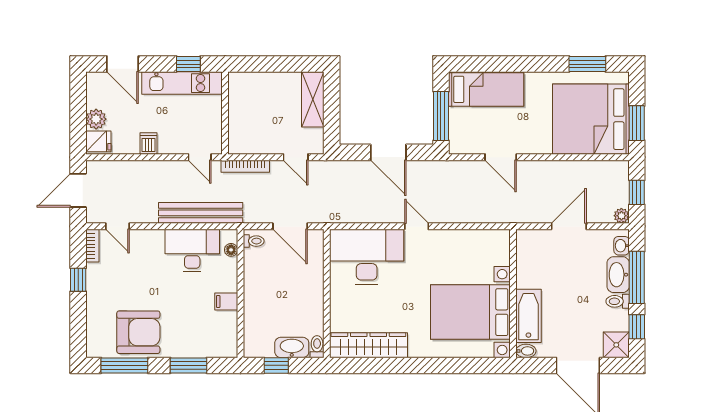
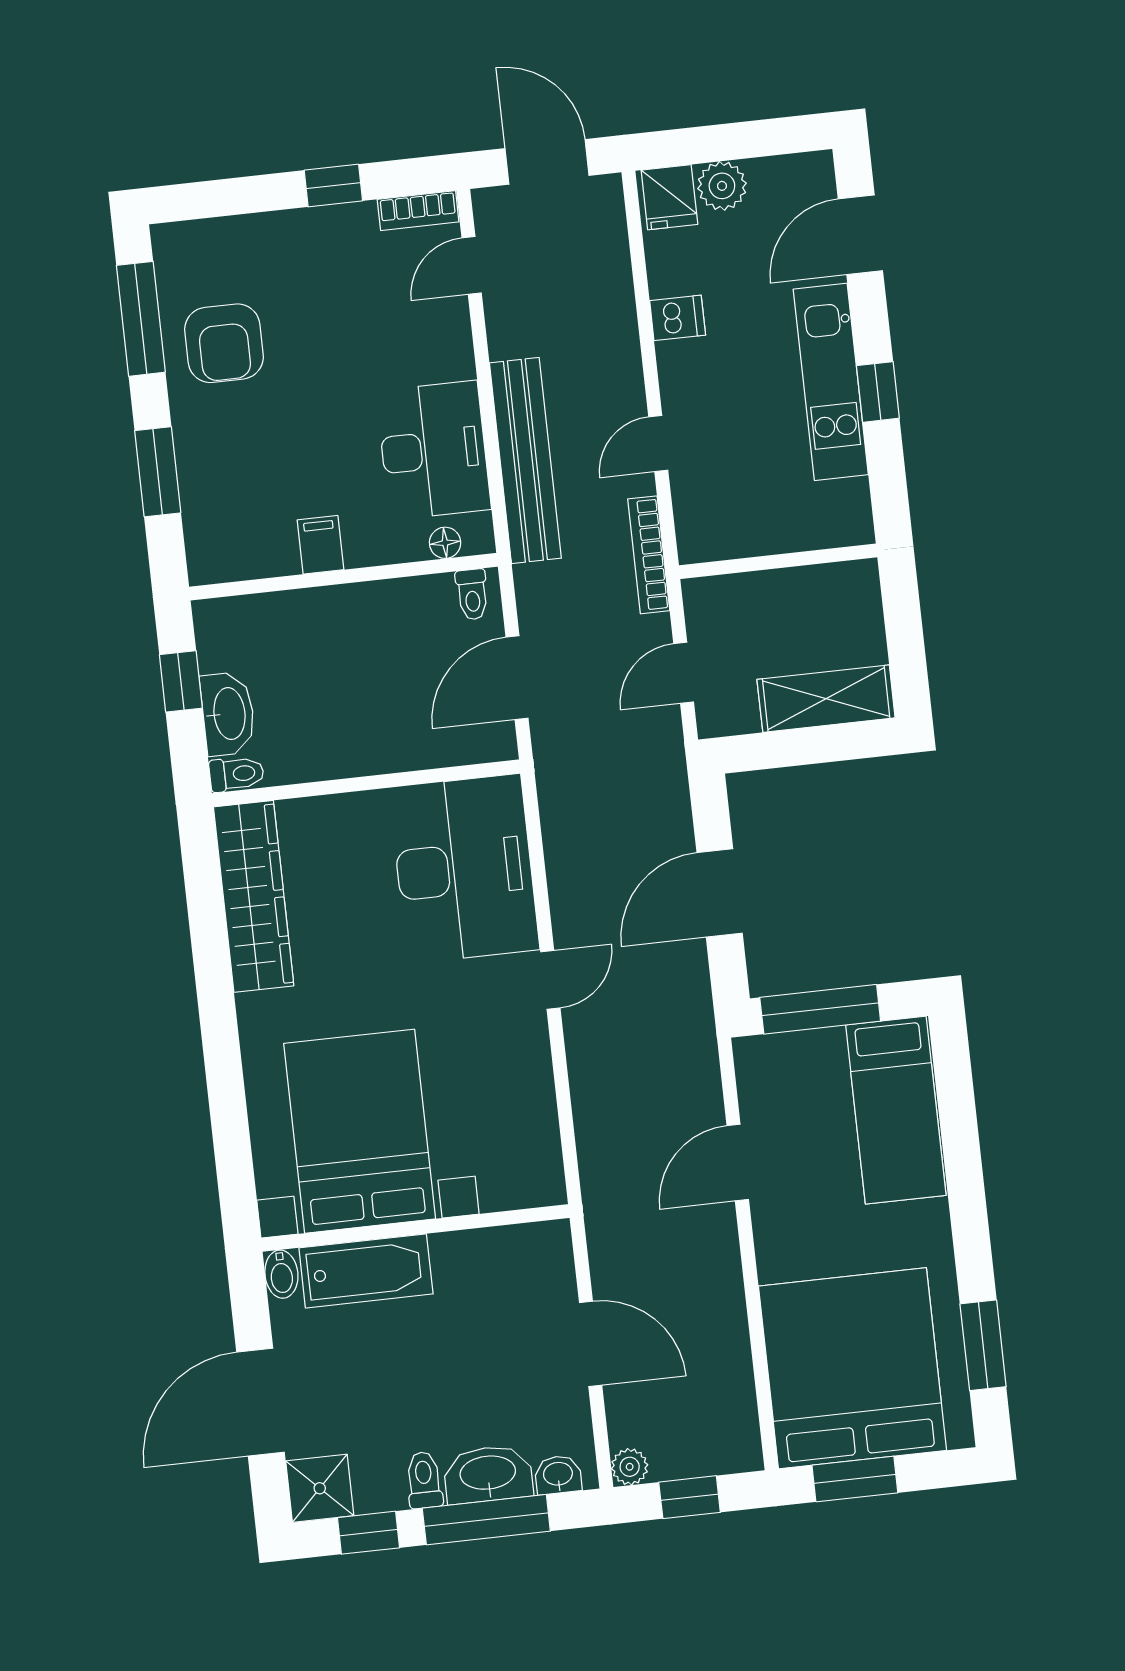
wall: (225, 113) -> (778, 561), moved
armchair: (138, 332) -> (224, 343), width x0.73, depth x0.73

